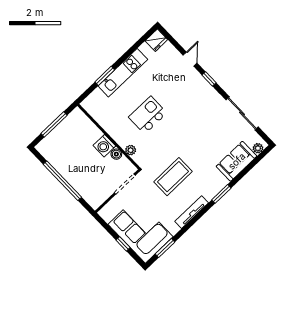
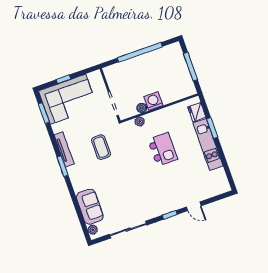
fridge: (156, 40) -> (197, 112), moved
coffee table: (173, 177) -> (101, 147), width x0.73, depth x0.76
window: (221, 194) -> (63, 166), moved

